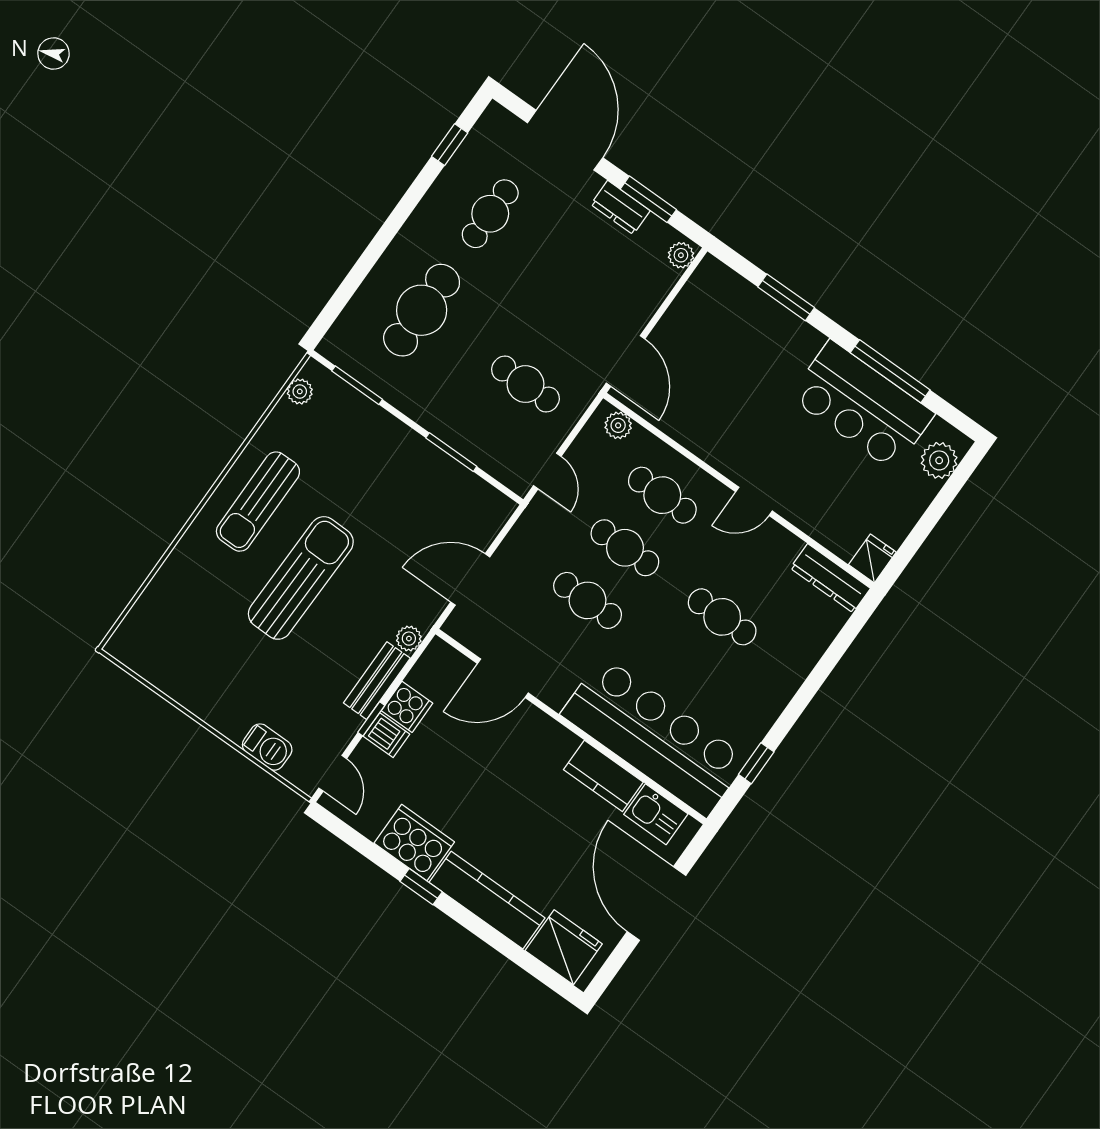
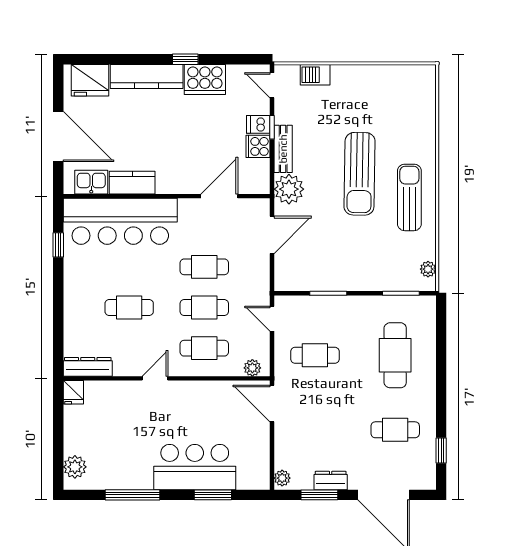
cafe table: (490, 214) -> (395, 430), turned 90
bar counter: (862, 405) -> (195, 467), moved
plant: (409, 639) -> (289, 189), width x1.88, depth x1.88

